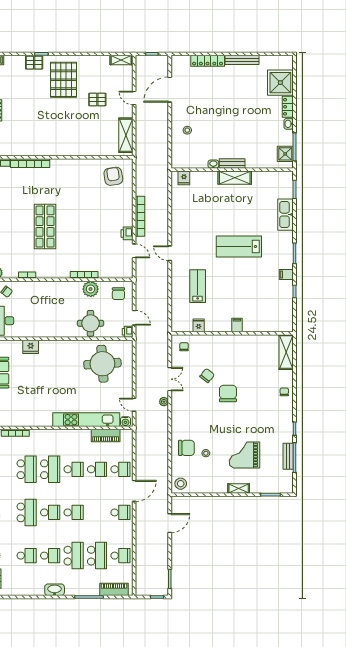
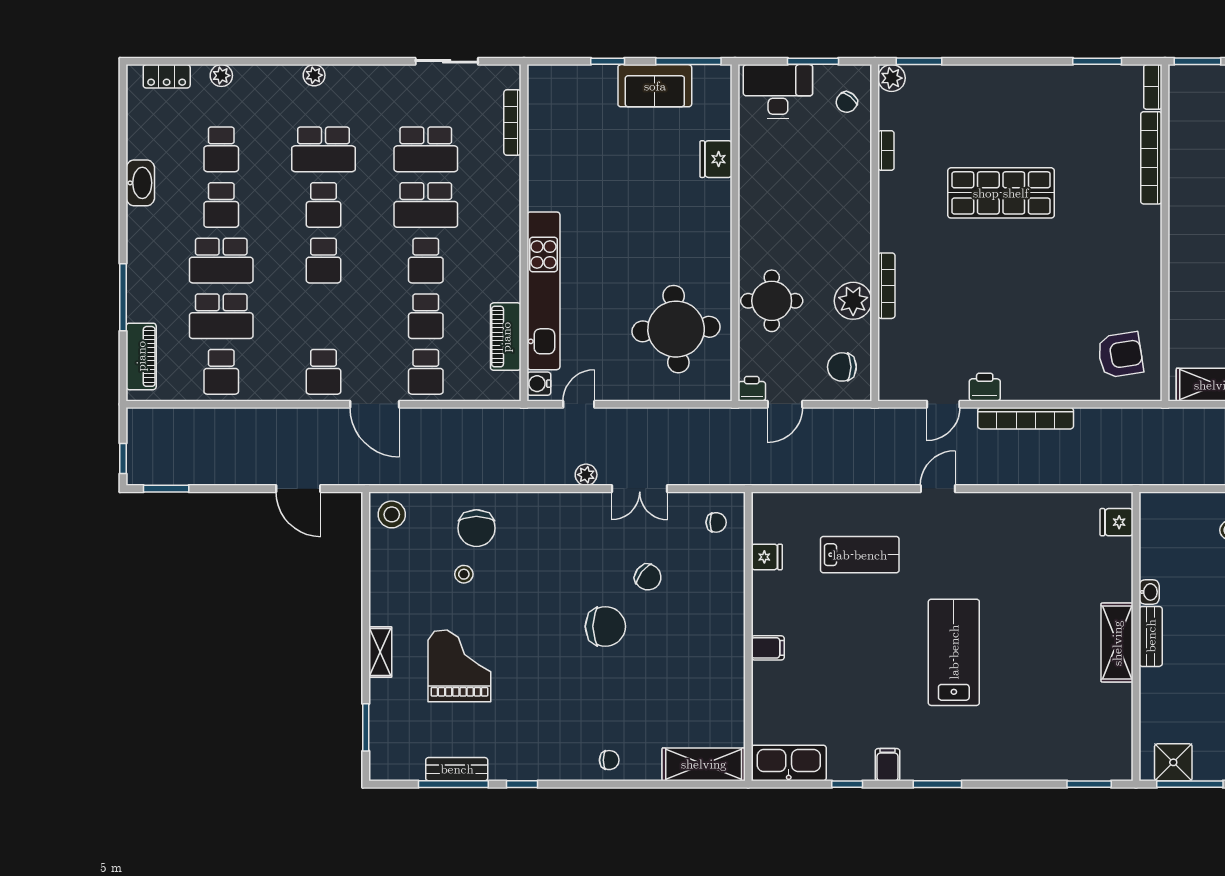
kitchen sink: (286, 215) -> (789, 763), moved
washbasin: (55, 590) -> (140, 183), moved

